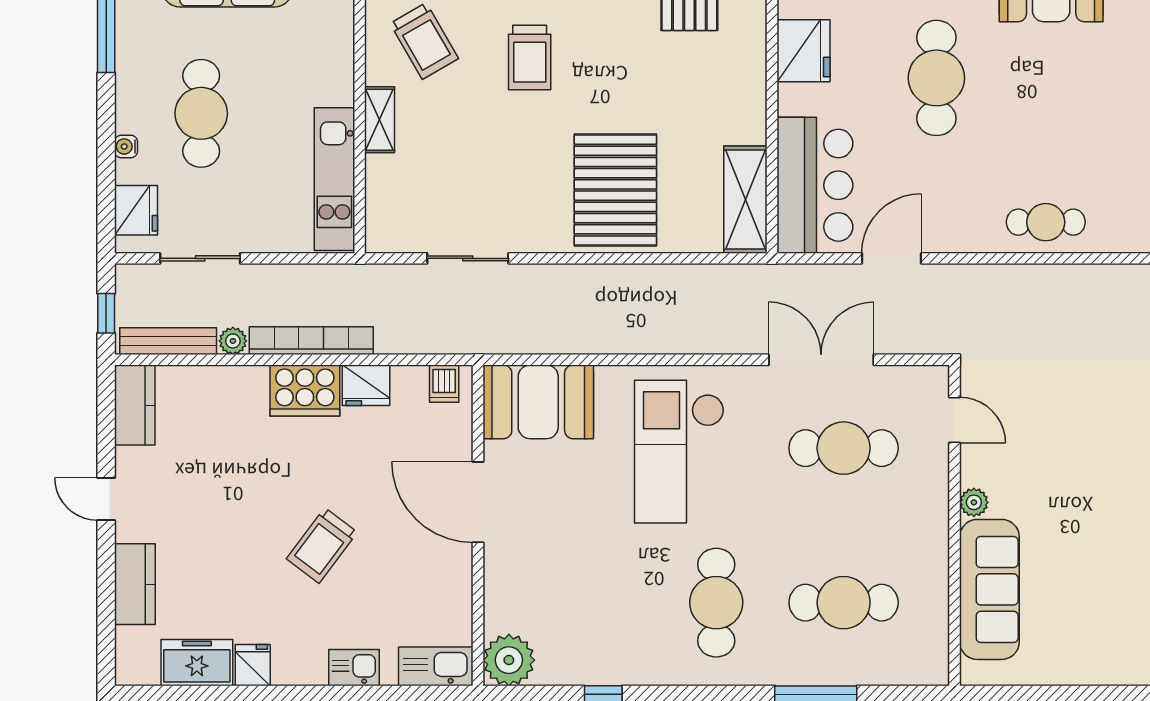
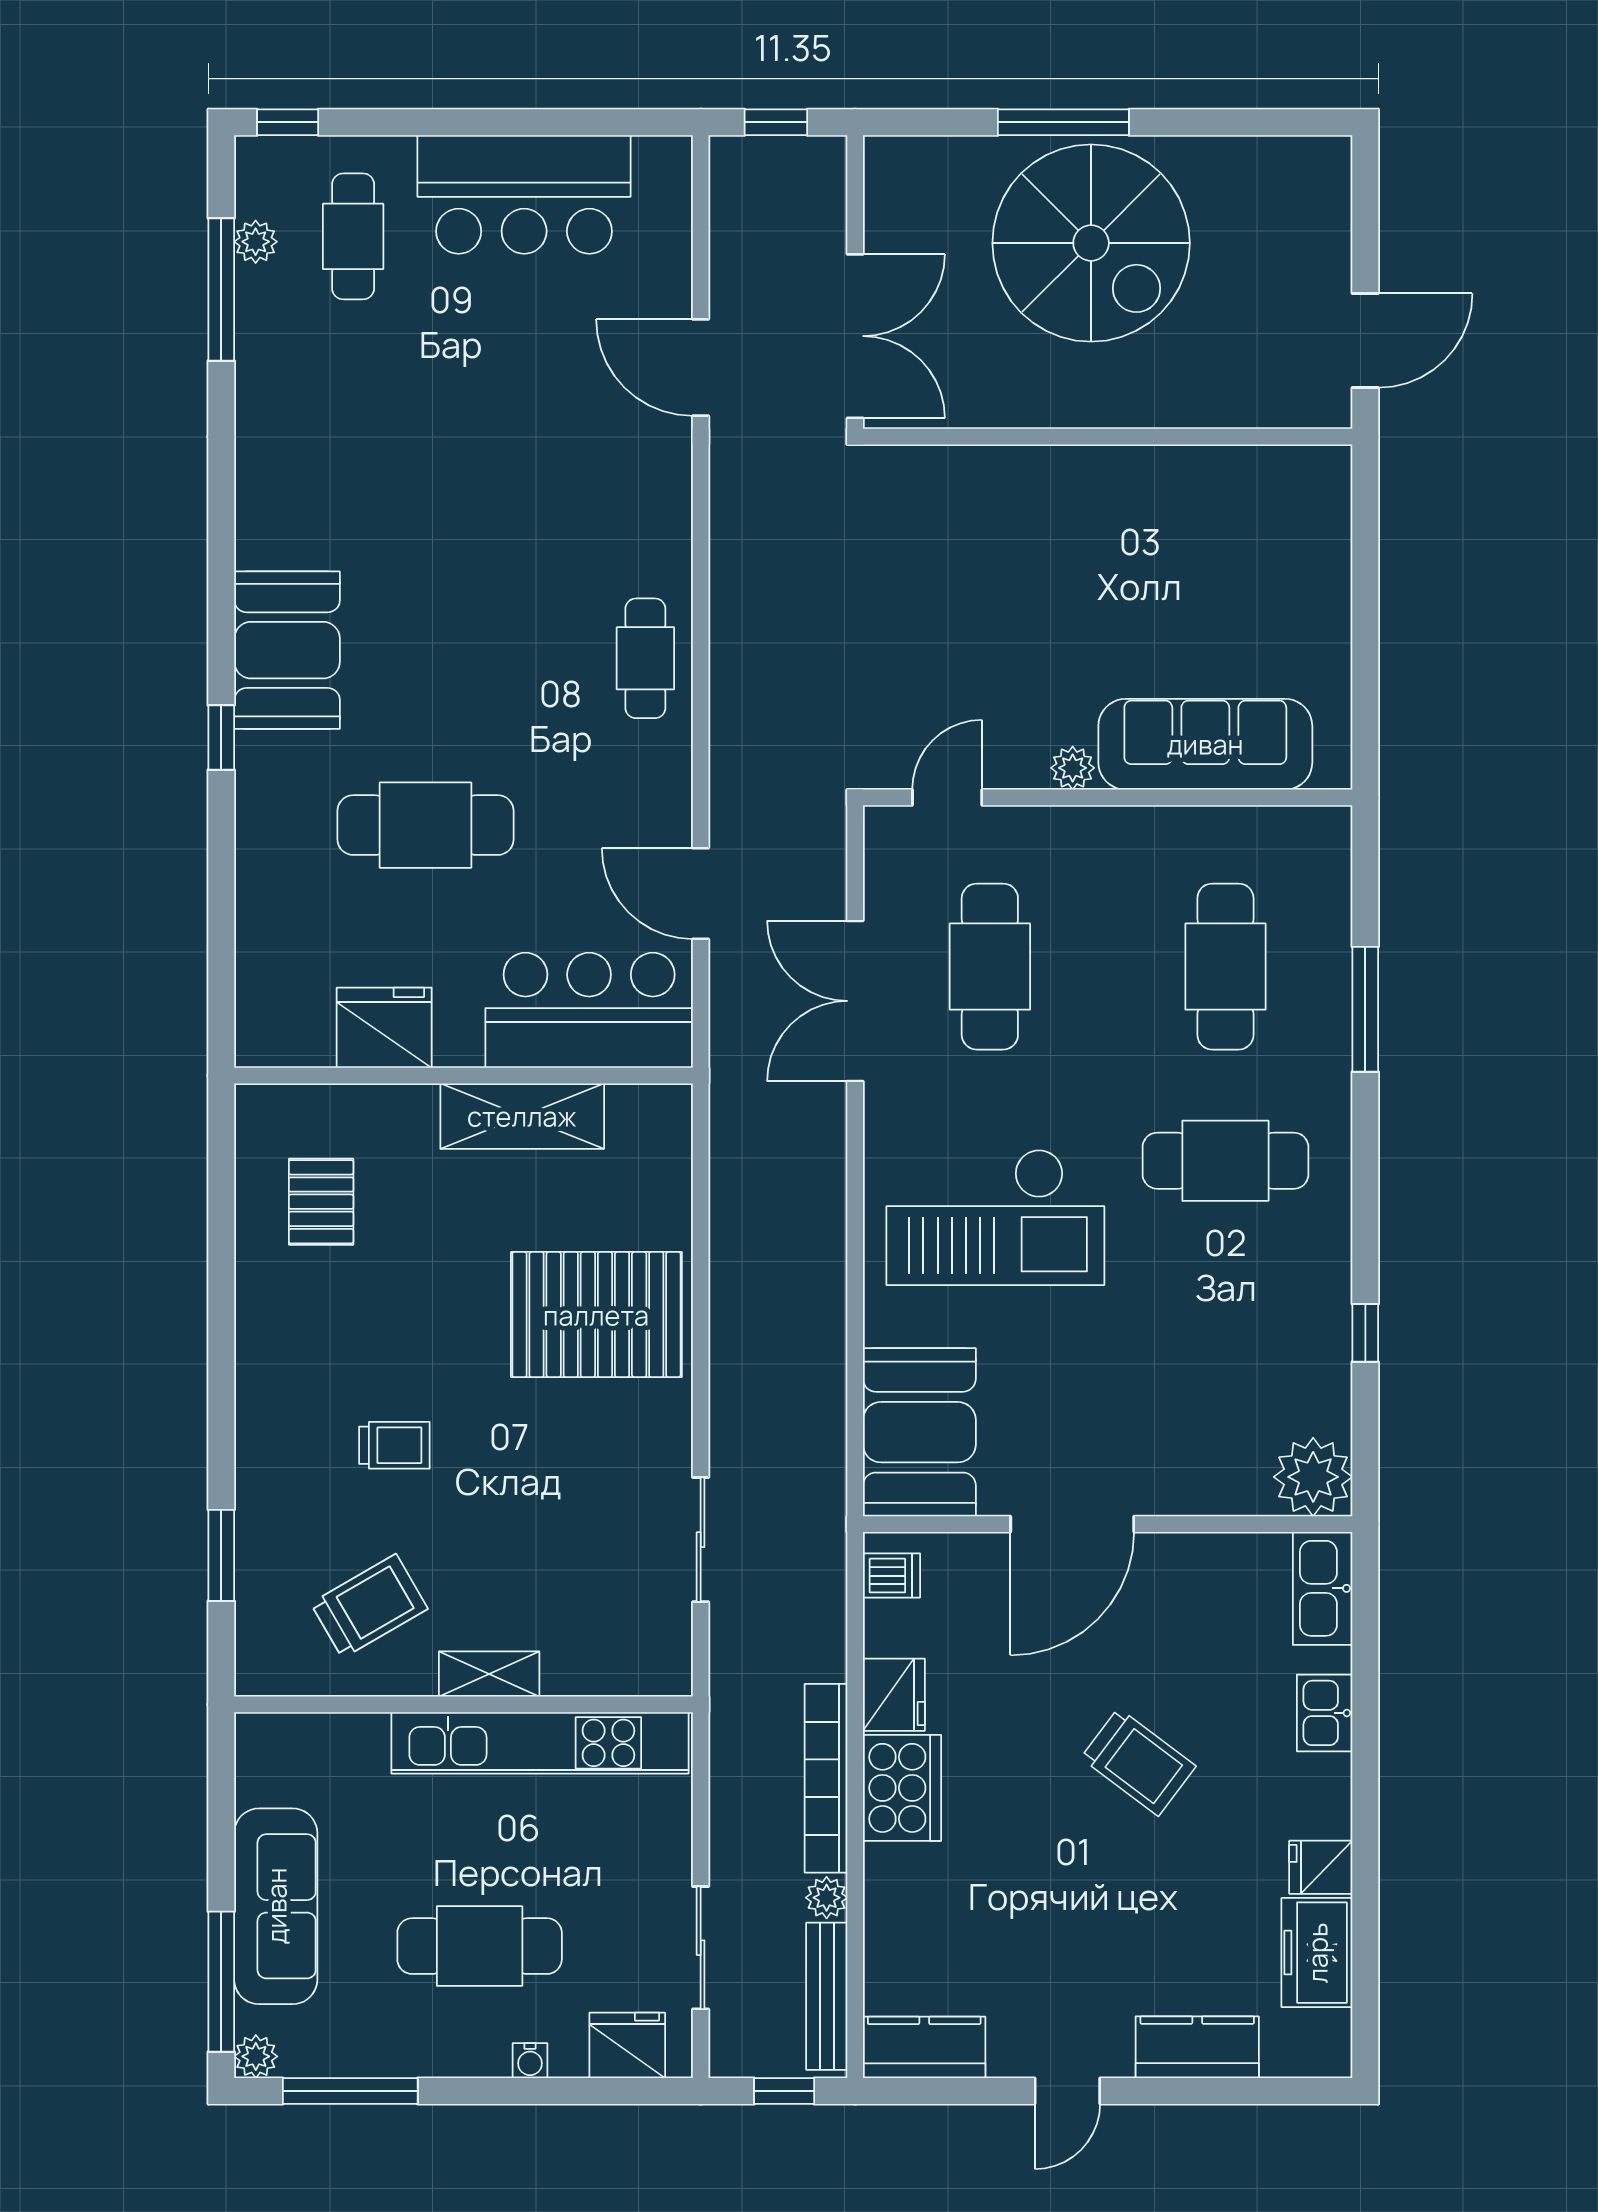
trolley: (530, 58) -> (394, 1445), width x0.73, depth x0.72
kitchen unit: (334, 179) -> (540, 1743), width x1.36
shelving: (745, 200) -> (522, 1116), moved

